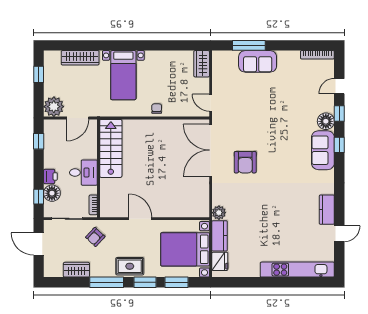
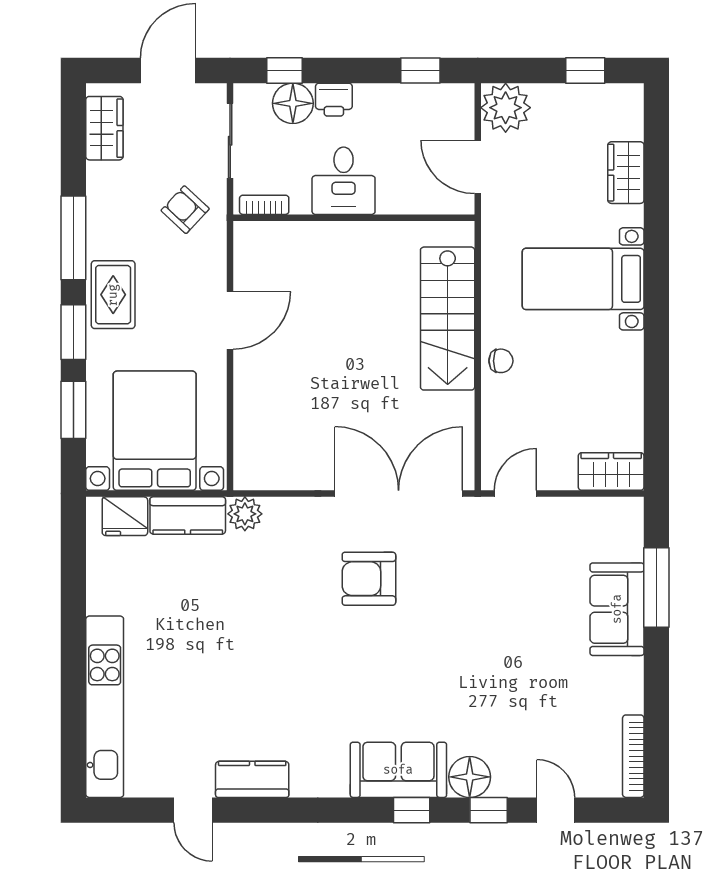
wardrobe: (80, 58) -> (626, 173), width x0.67
stairs: (111, 148) -> (448, 319), moved, turned 90
wardrobe: (76, 270) -> (104, 128), moved

